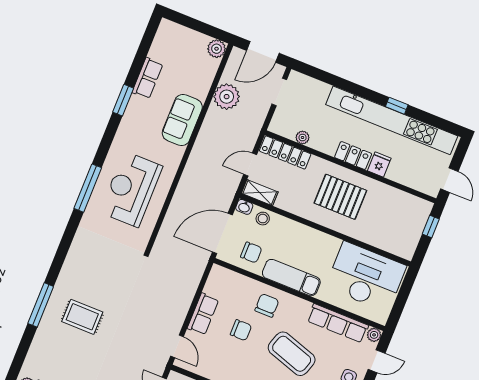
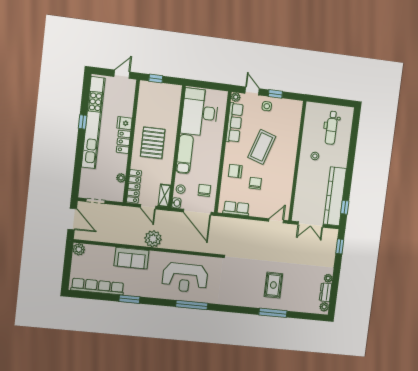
row of seats: (147, 78) -> (98, 287), width x2.02
plant: (227, 97) -> (153, 239), moved
exam couch: (291, 278) -> (185, 154), moved, turned 180
row of seats: (203, 314) -> (236, 208), moved

